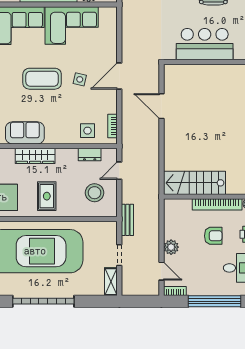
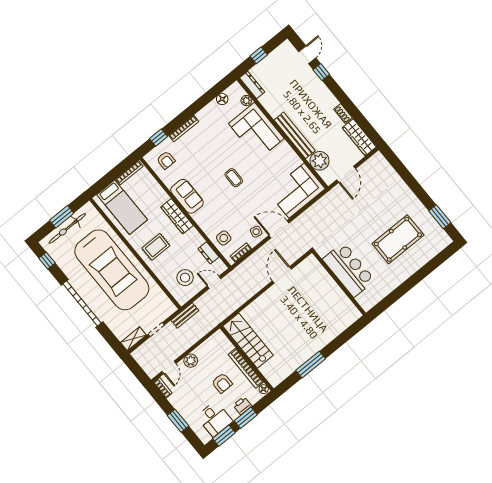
corner sofa: (72, 25) -> (297, 191), moved, turned 90
coffee table: (42, 79) -> (234, 178), width x0.54, depth x0.58
side table: (80, 79) -> (256, 232), moved
window: (214, 301) -> (178, 421), width x0.47

